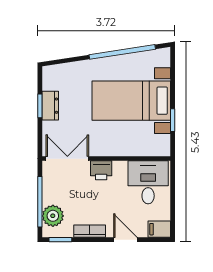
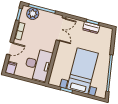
printer: (101, 170) -> (50, 45), removed
desk: (148, 182) -> (38, 65), width x1.37

